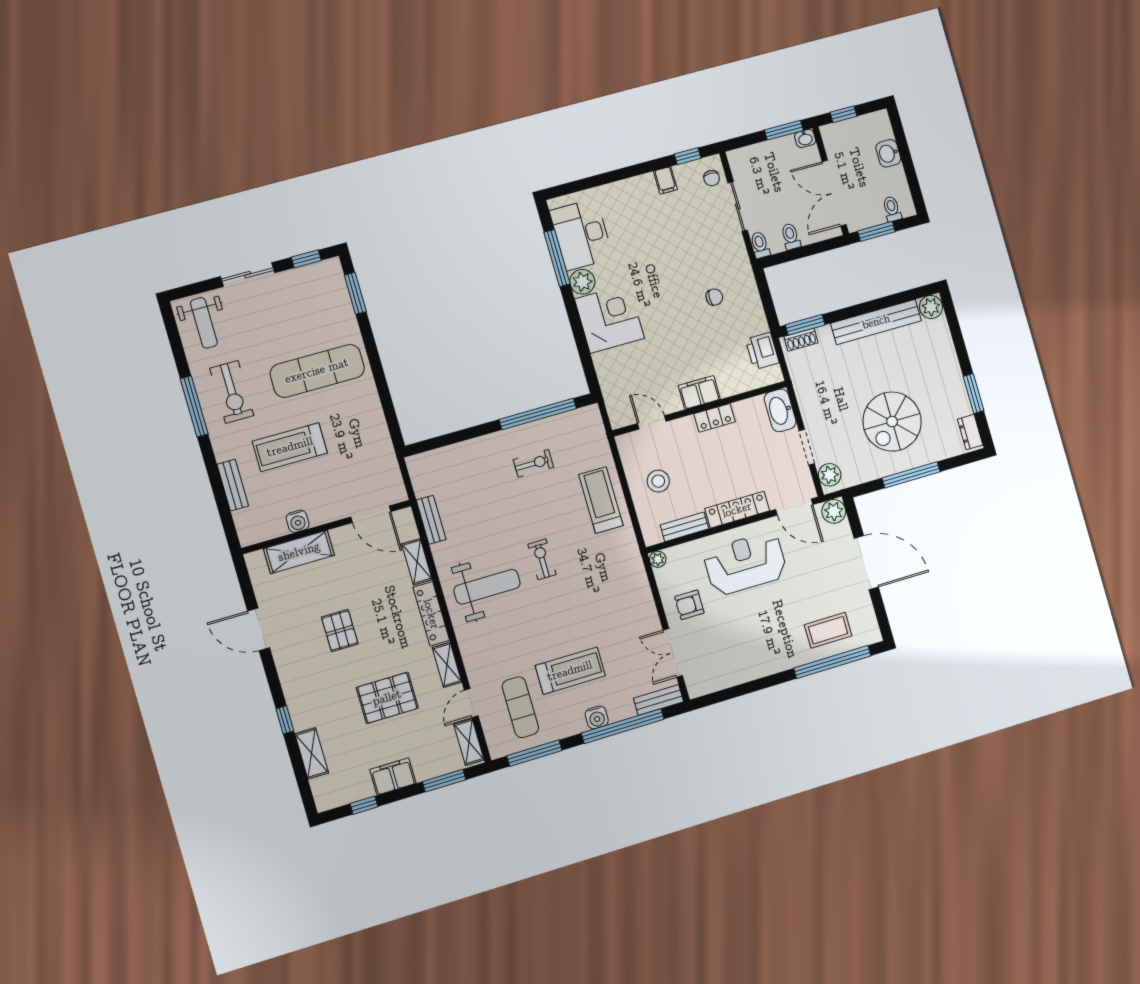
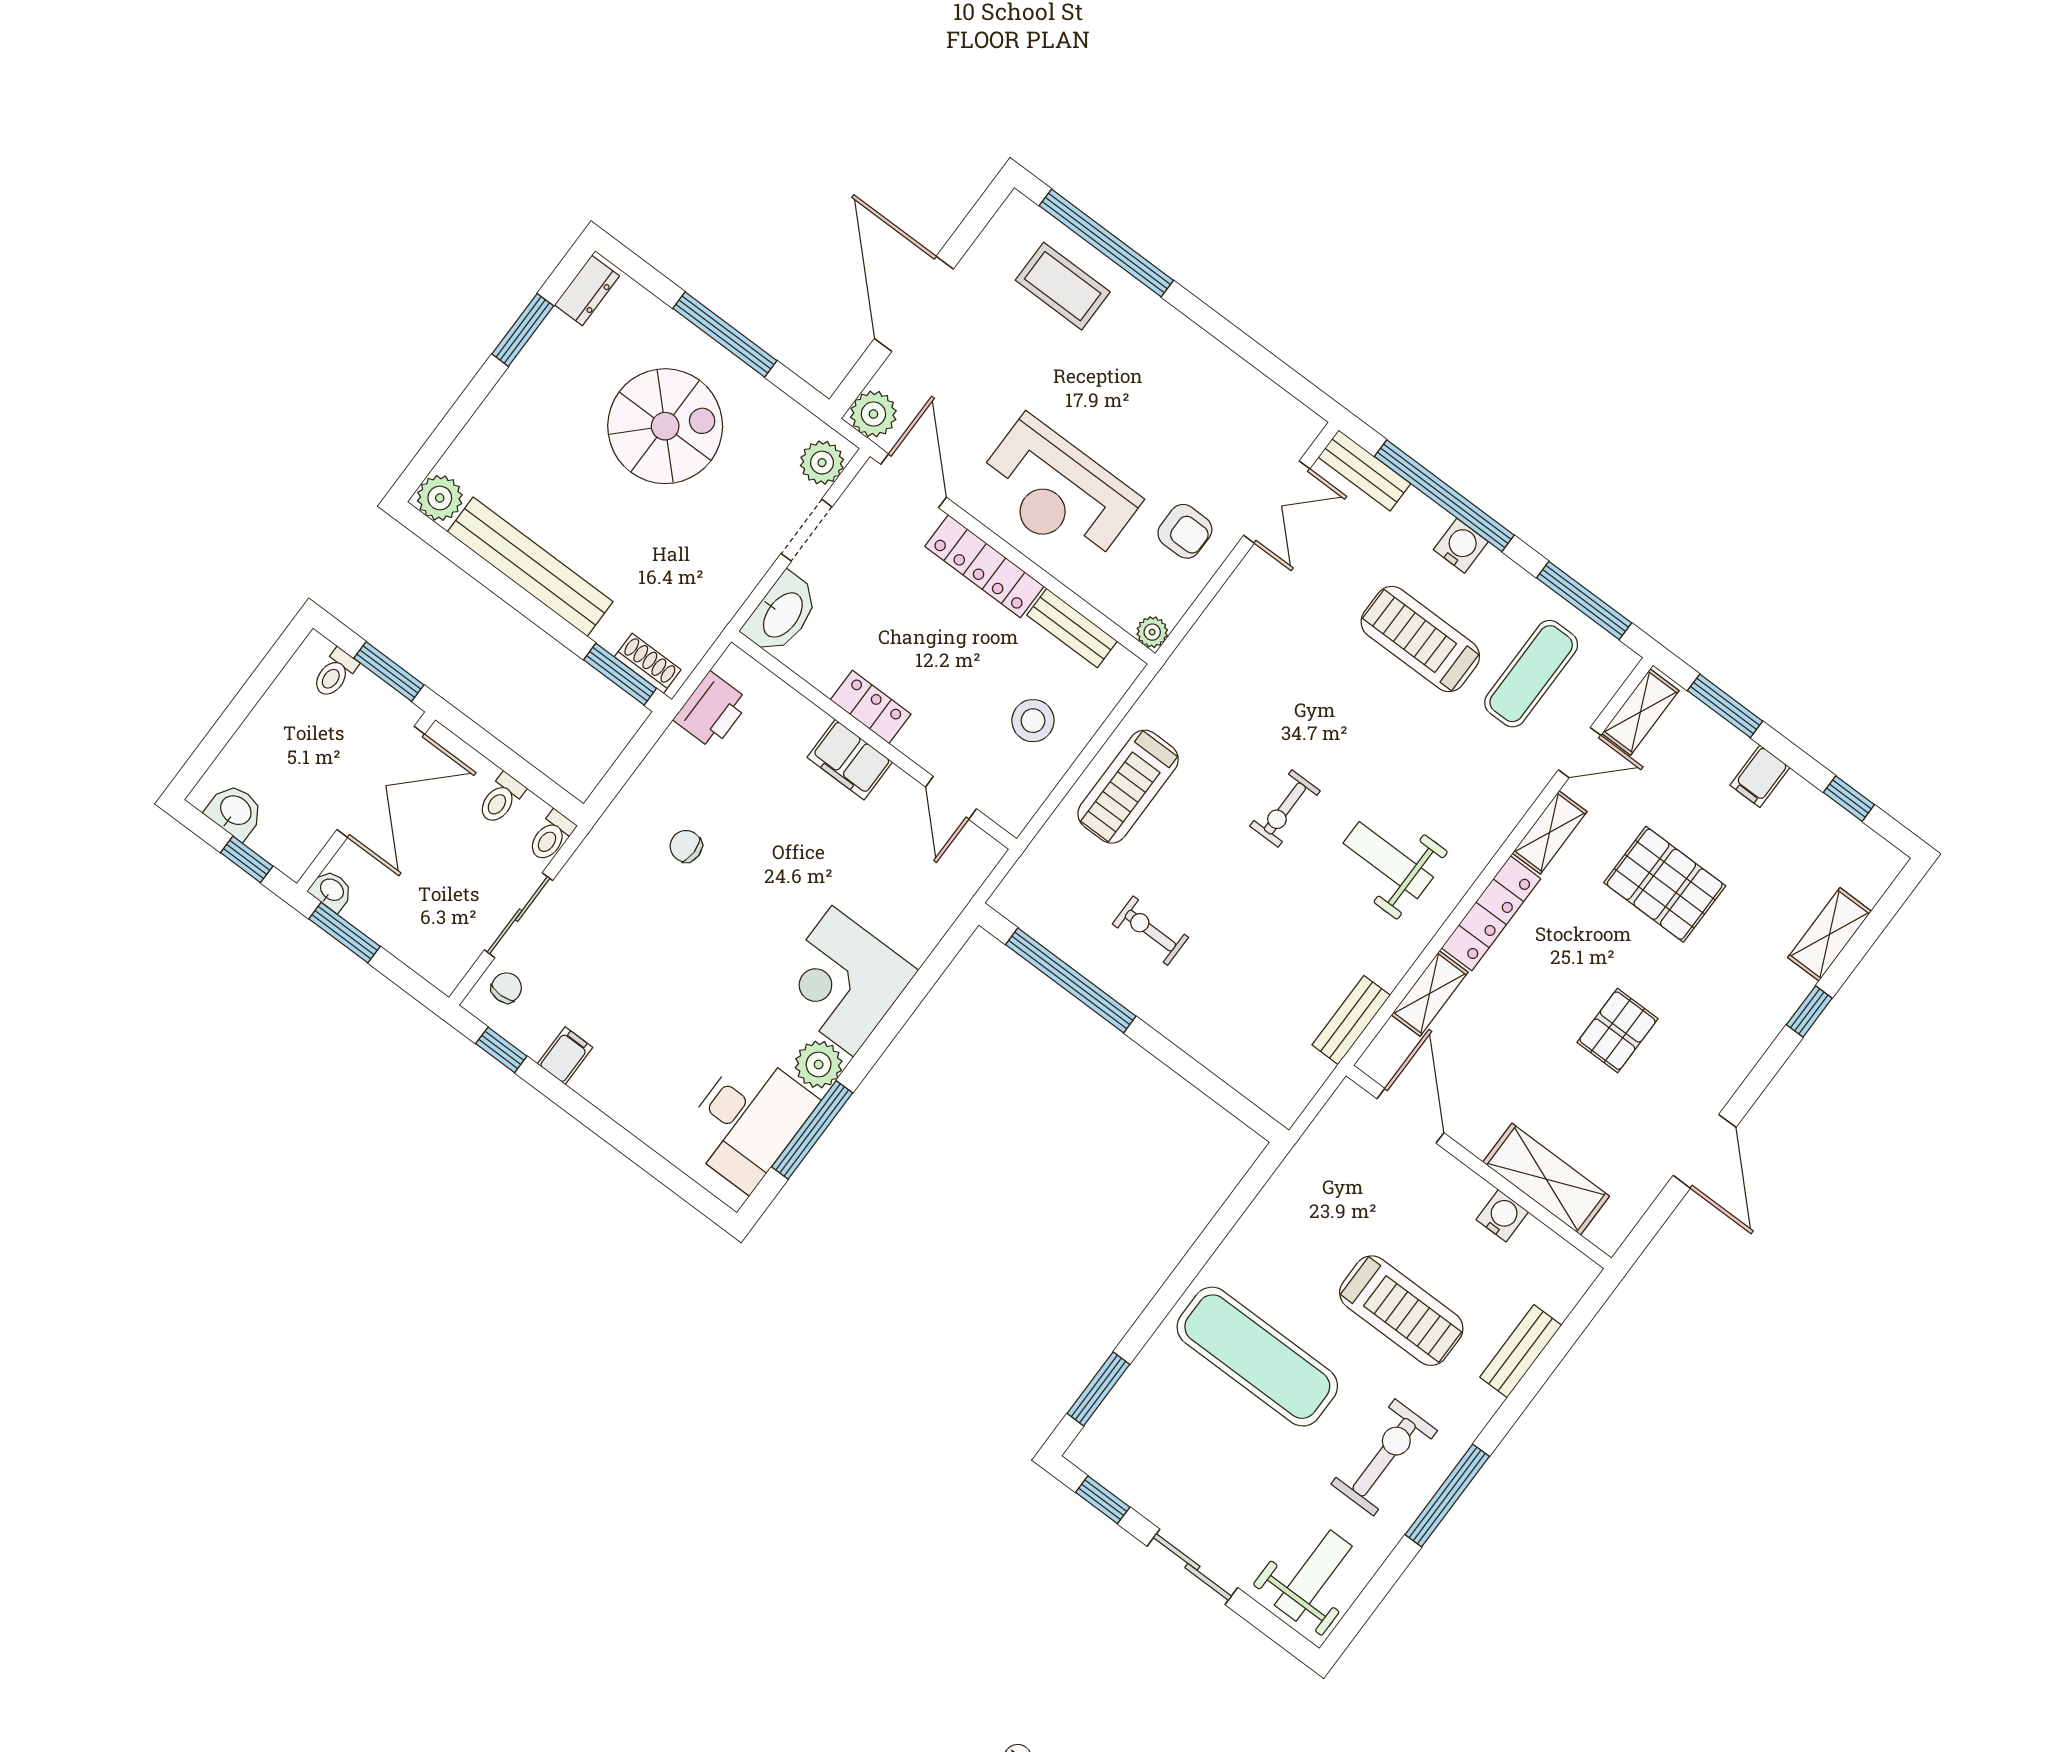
washbasin: (888, 153) -> (235, 811), moved, turned -90
weight bench: (487, 587) -> (1388, 860), width x0.73, depth x0.75
filing cabinet: (393, 776) -> (1760, 776), width x0.50

